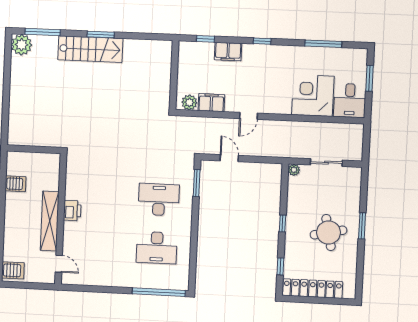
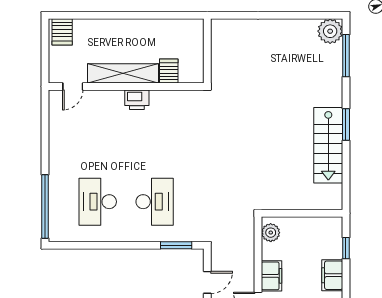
stairs: (90, 49) -> (328, 145), moved
filing cabinet: (211, 103) -> (272, 276), moved
server rack: (16, 184) -> (169, 71), moved, turned 180

